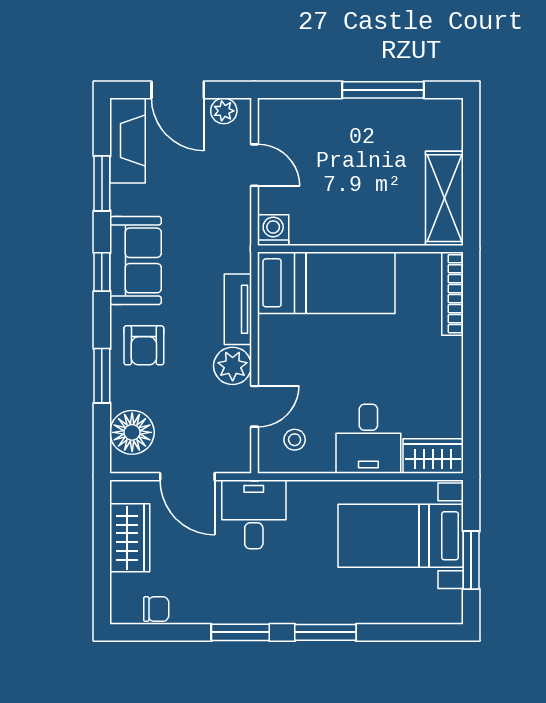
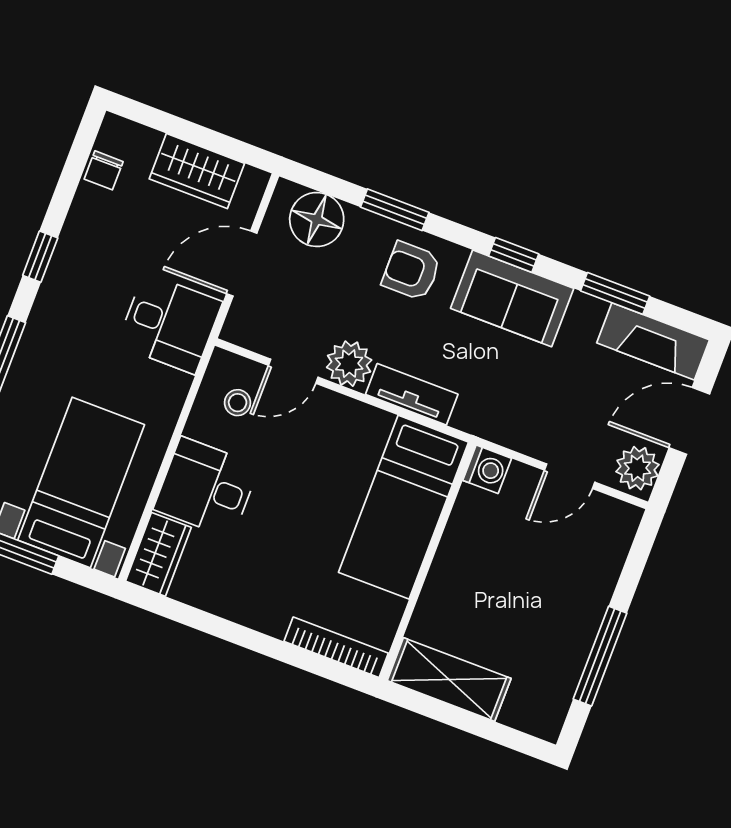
plant: (224, 111) -> (637, 468), width x1.38, depth x1.38
door: (254, 406) -> (293, 371), hinge flipped
window: (240, 632) -> (40, 257), width x0.67

